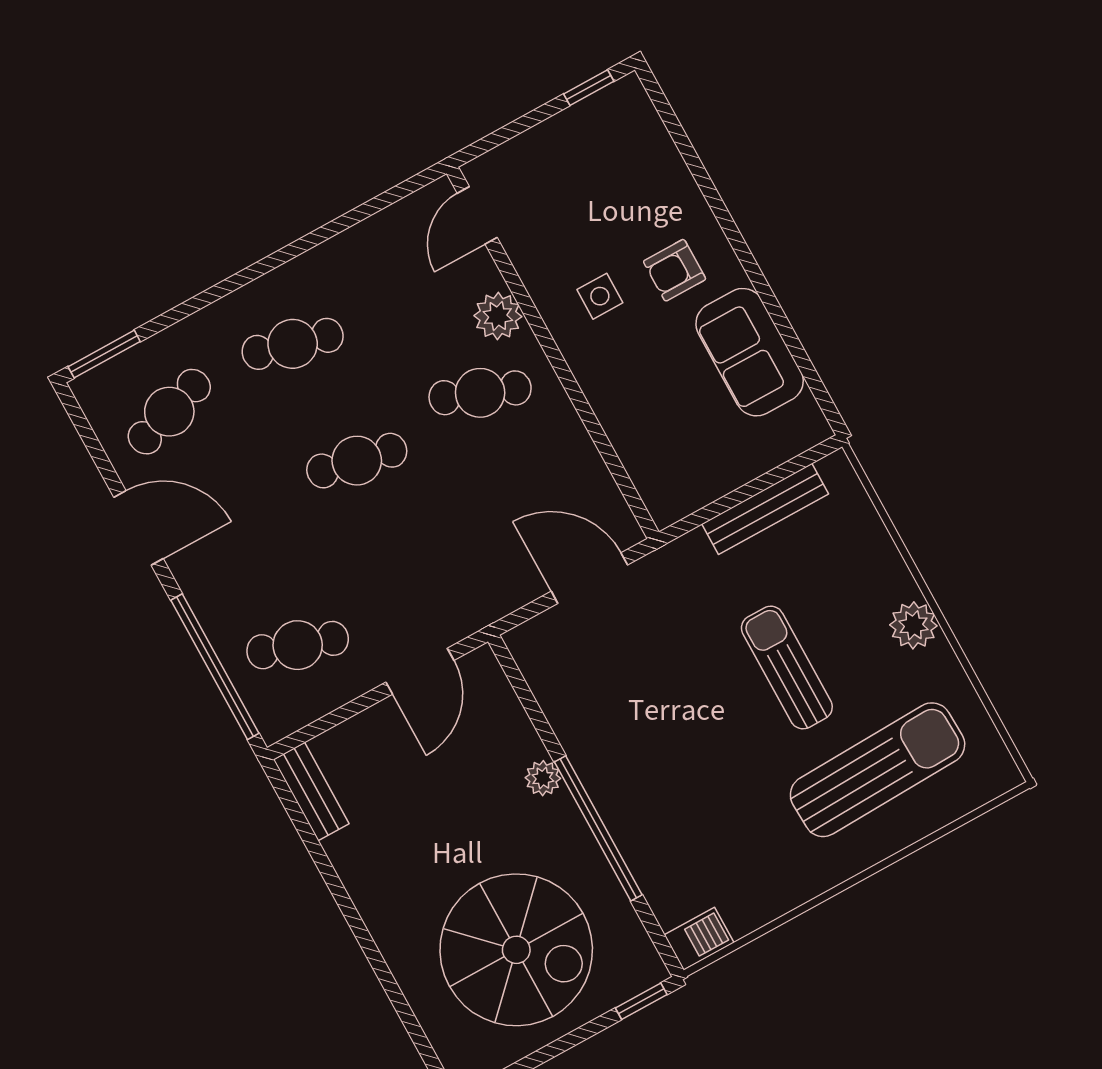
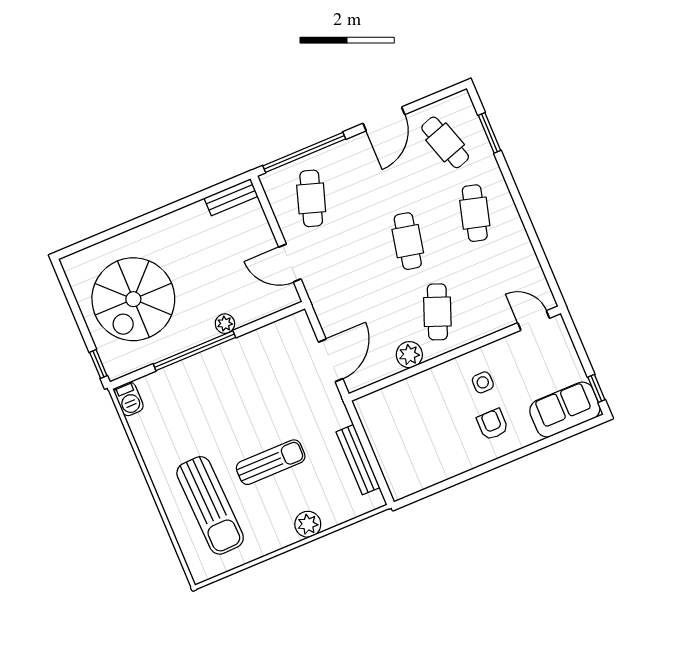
plant: (498, 316) -> (409, 355), moved
sofa: (750, 352) -> (565, 410), moved
window: (104, 354) -> (490, 133), moved
plant: (913, 625) -> (308, 524), moved

